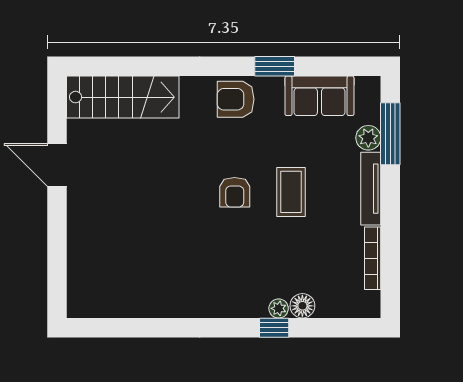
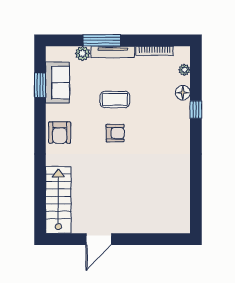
window: (275, 66) -> (40, 85), moved
window: (390, 134) -> (102, 40), moved
plant: (279, 308) -> (184, 70), moved

